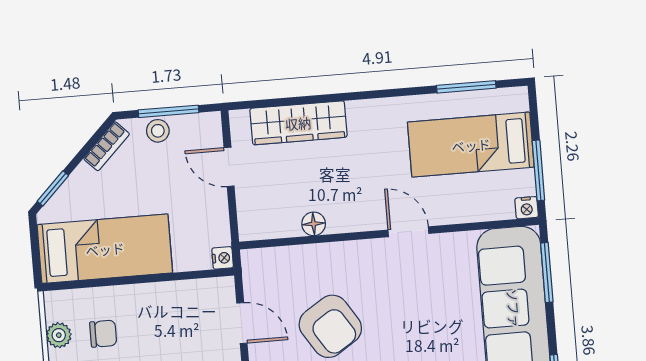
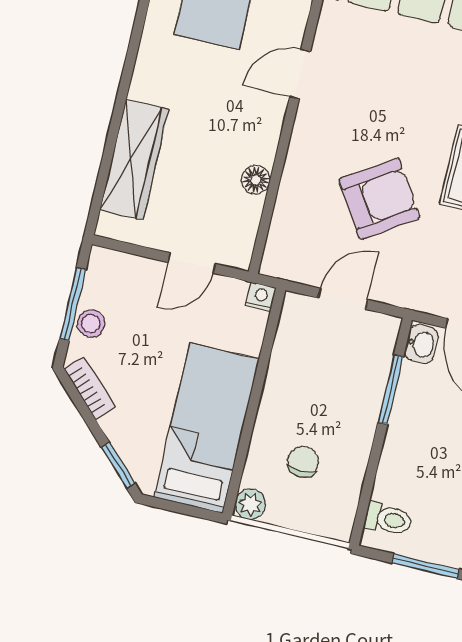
door: (229, 167) -> (192, 263), moved
plant: (59, 335) -> (250, 504), moved

